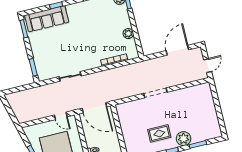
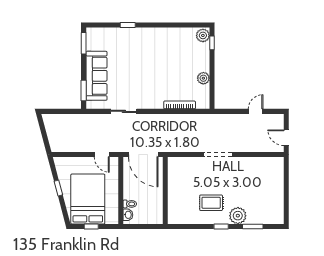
sofa: (47, 19) -> (97, 76), moved, turned -90
door: (177, 50) -> (256, 111), width x0.53
door: (208, 66) -> (286, 138), swing flipped

